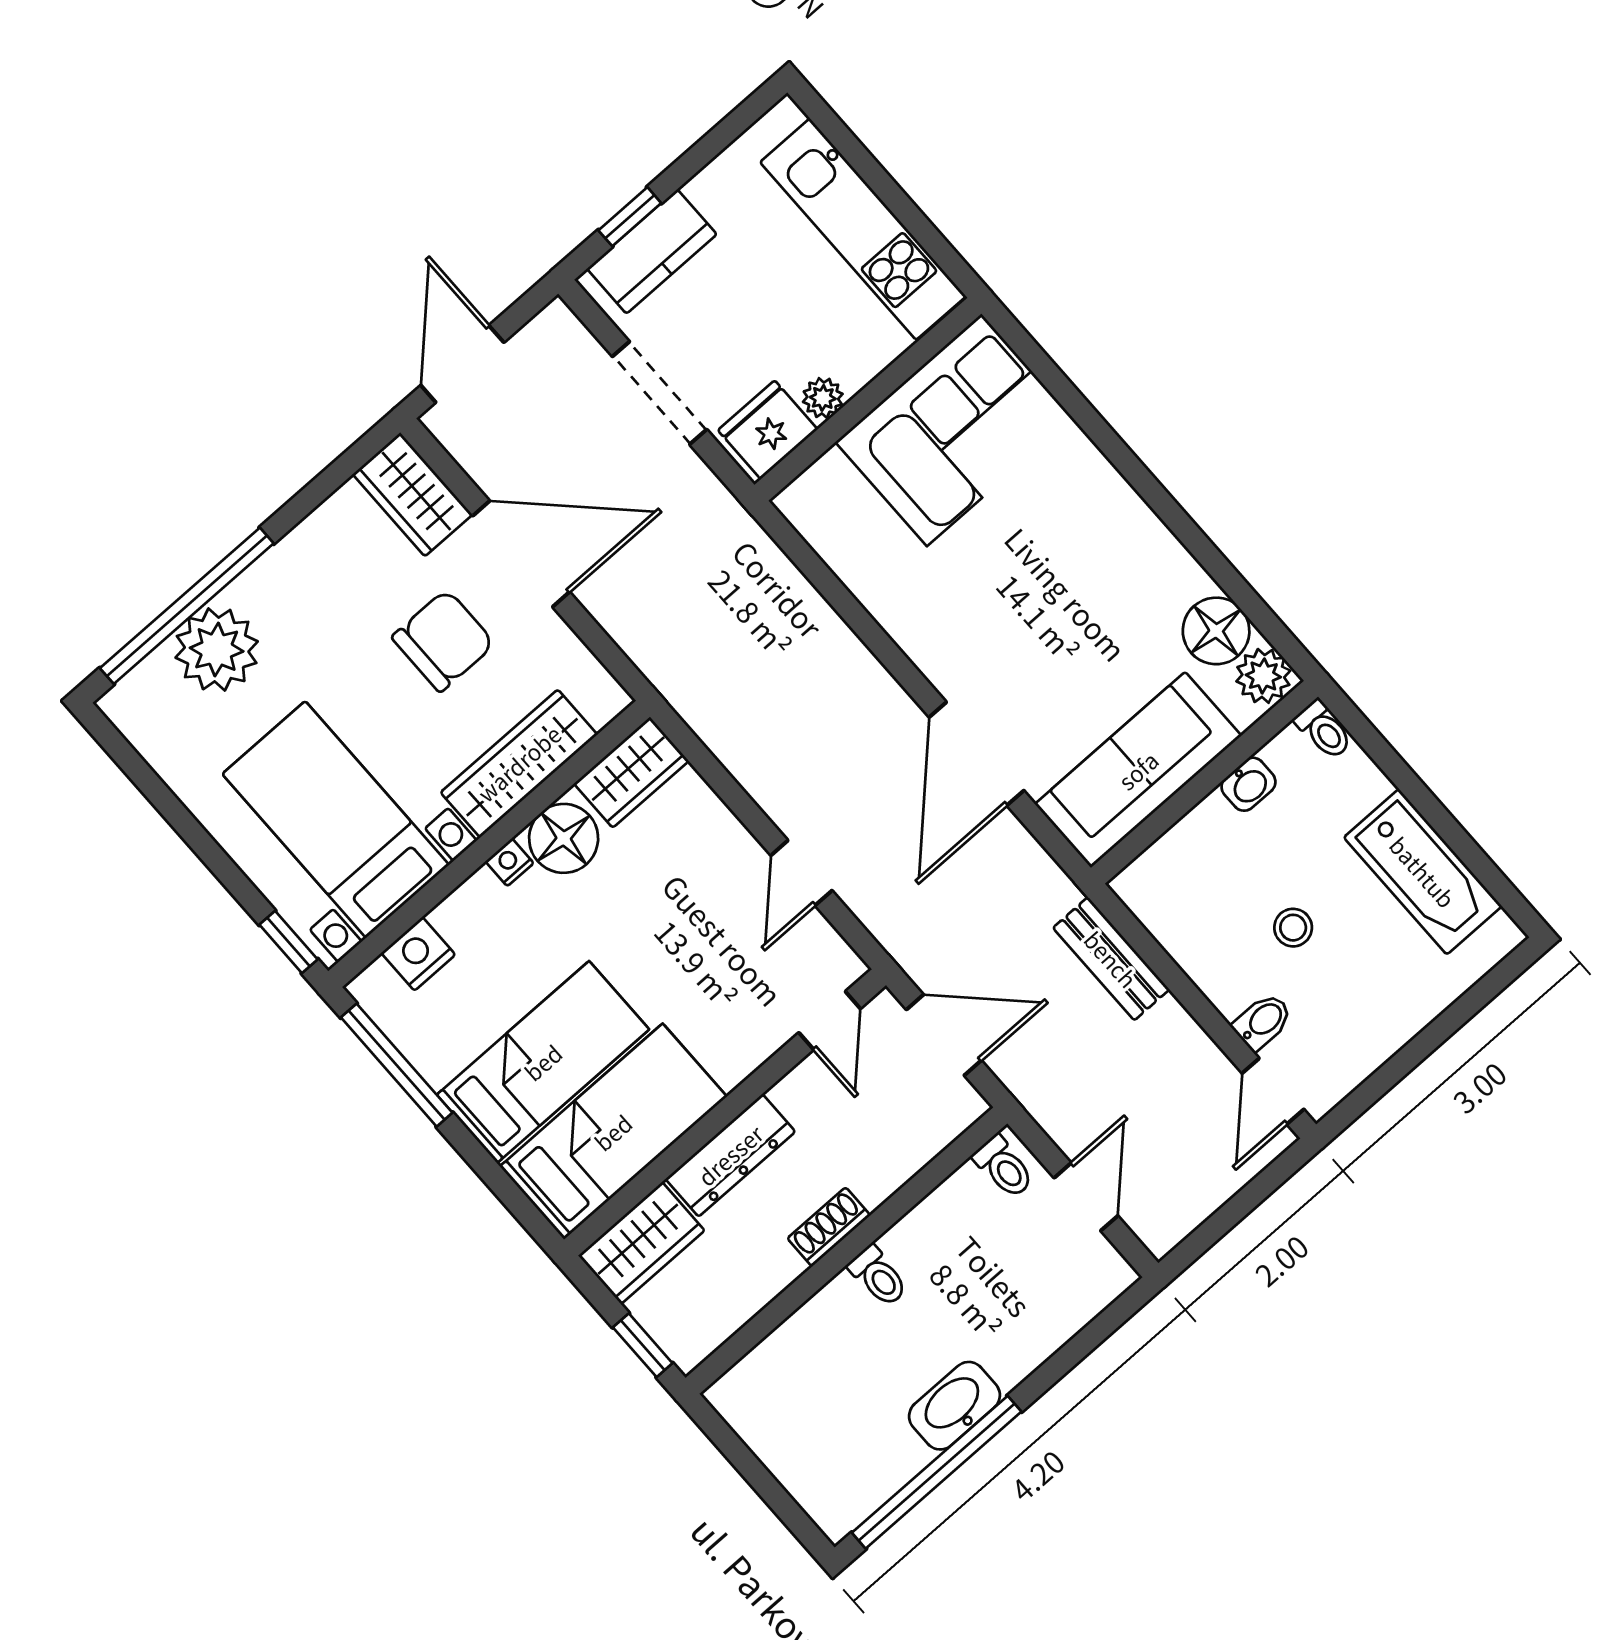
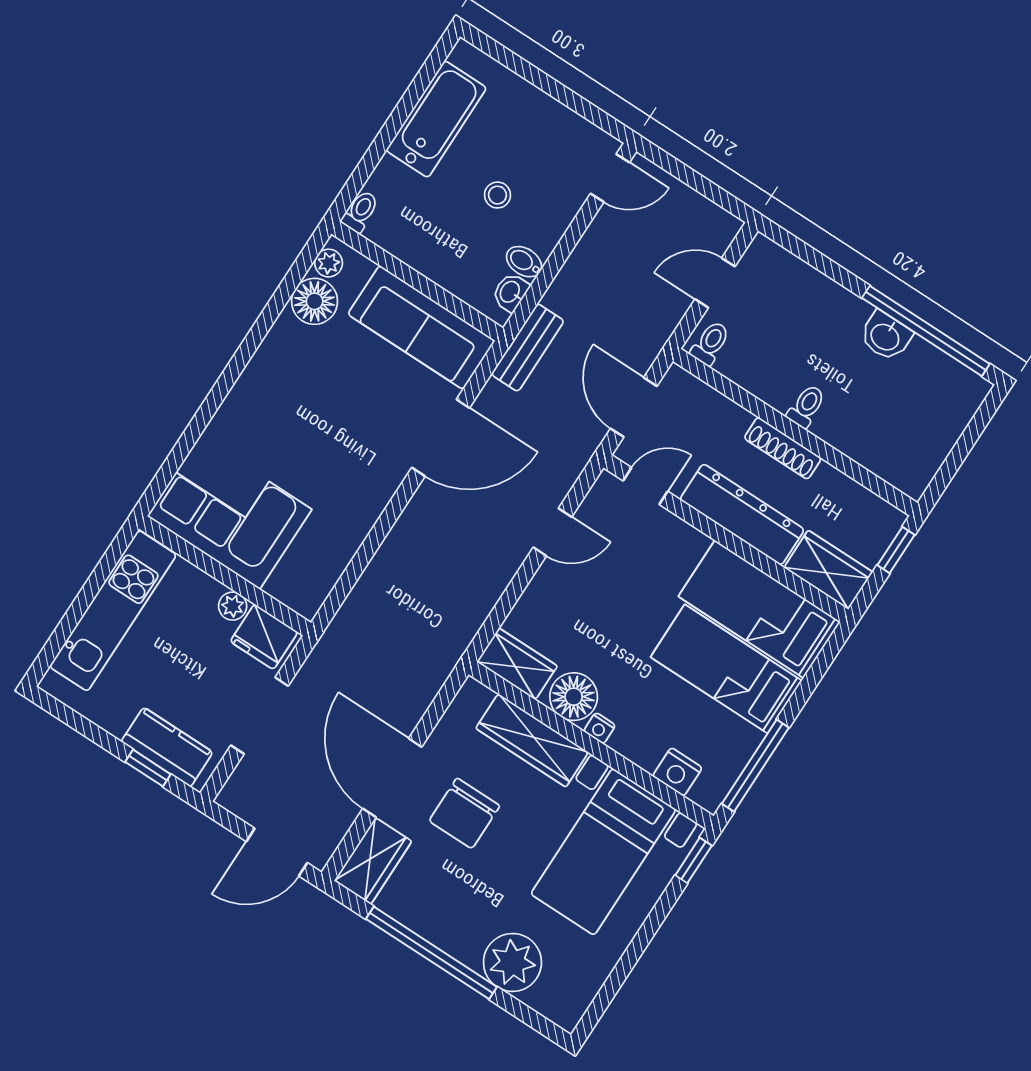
window: (187, 606) -> (431, 953), moved
chair: (443, 641) -> (464, 813), turned -90
plant: (1263, 676) -> (329, 263), width x0.73, depth x0.73
washbasin: (1248, 784) -> (510, 292), moved, turned -90
bench: (1111, 959) -> (528, 348), moved
bidet: (1263, 1022) -> (524, 262), moved
dresser: (730, 1155) -> (742, 514), width x1.37, depth x1.24
shoe rack: (829, 1227) -> (783, 448), width x1.43
washbasin: (954, 1406) -> (886, 336), width x0.72

